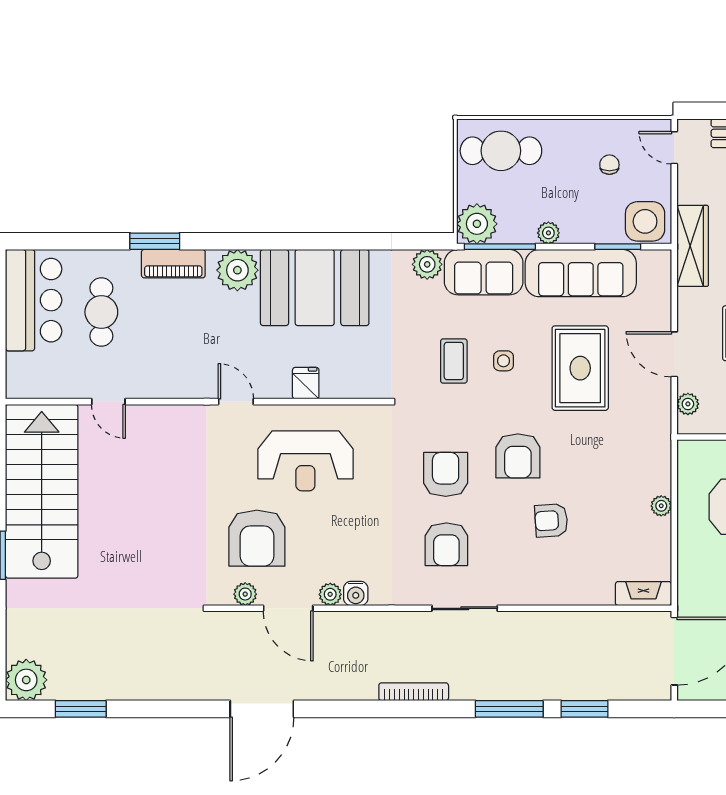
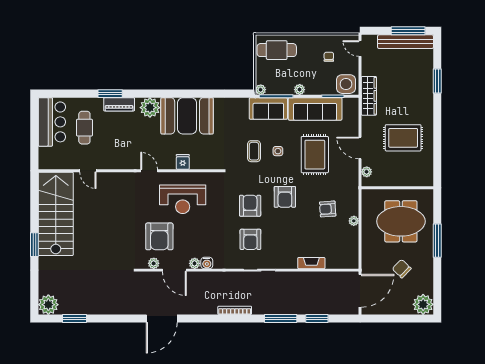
plant: (477, 224) -> (261, 90), width x0.53, depth x0.53
plant: (427, 264) -> (241, 105), removed
armchair: (551, 520) -> (328, 209), moved
fireplace: (643, 594) -> (311, 263), moved

